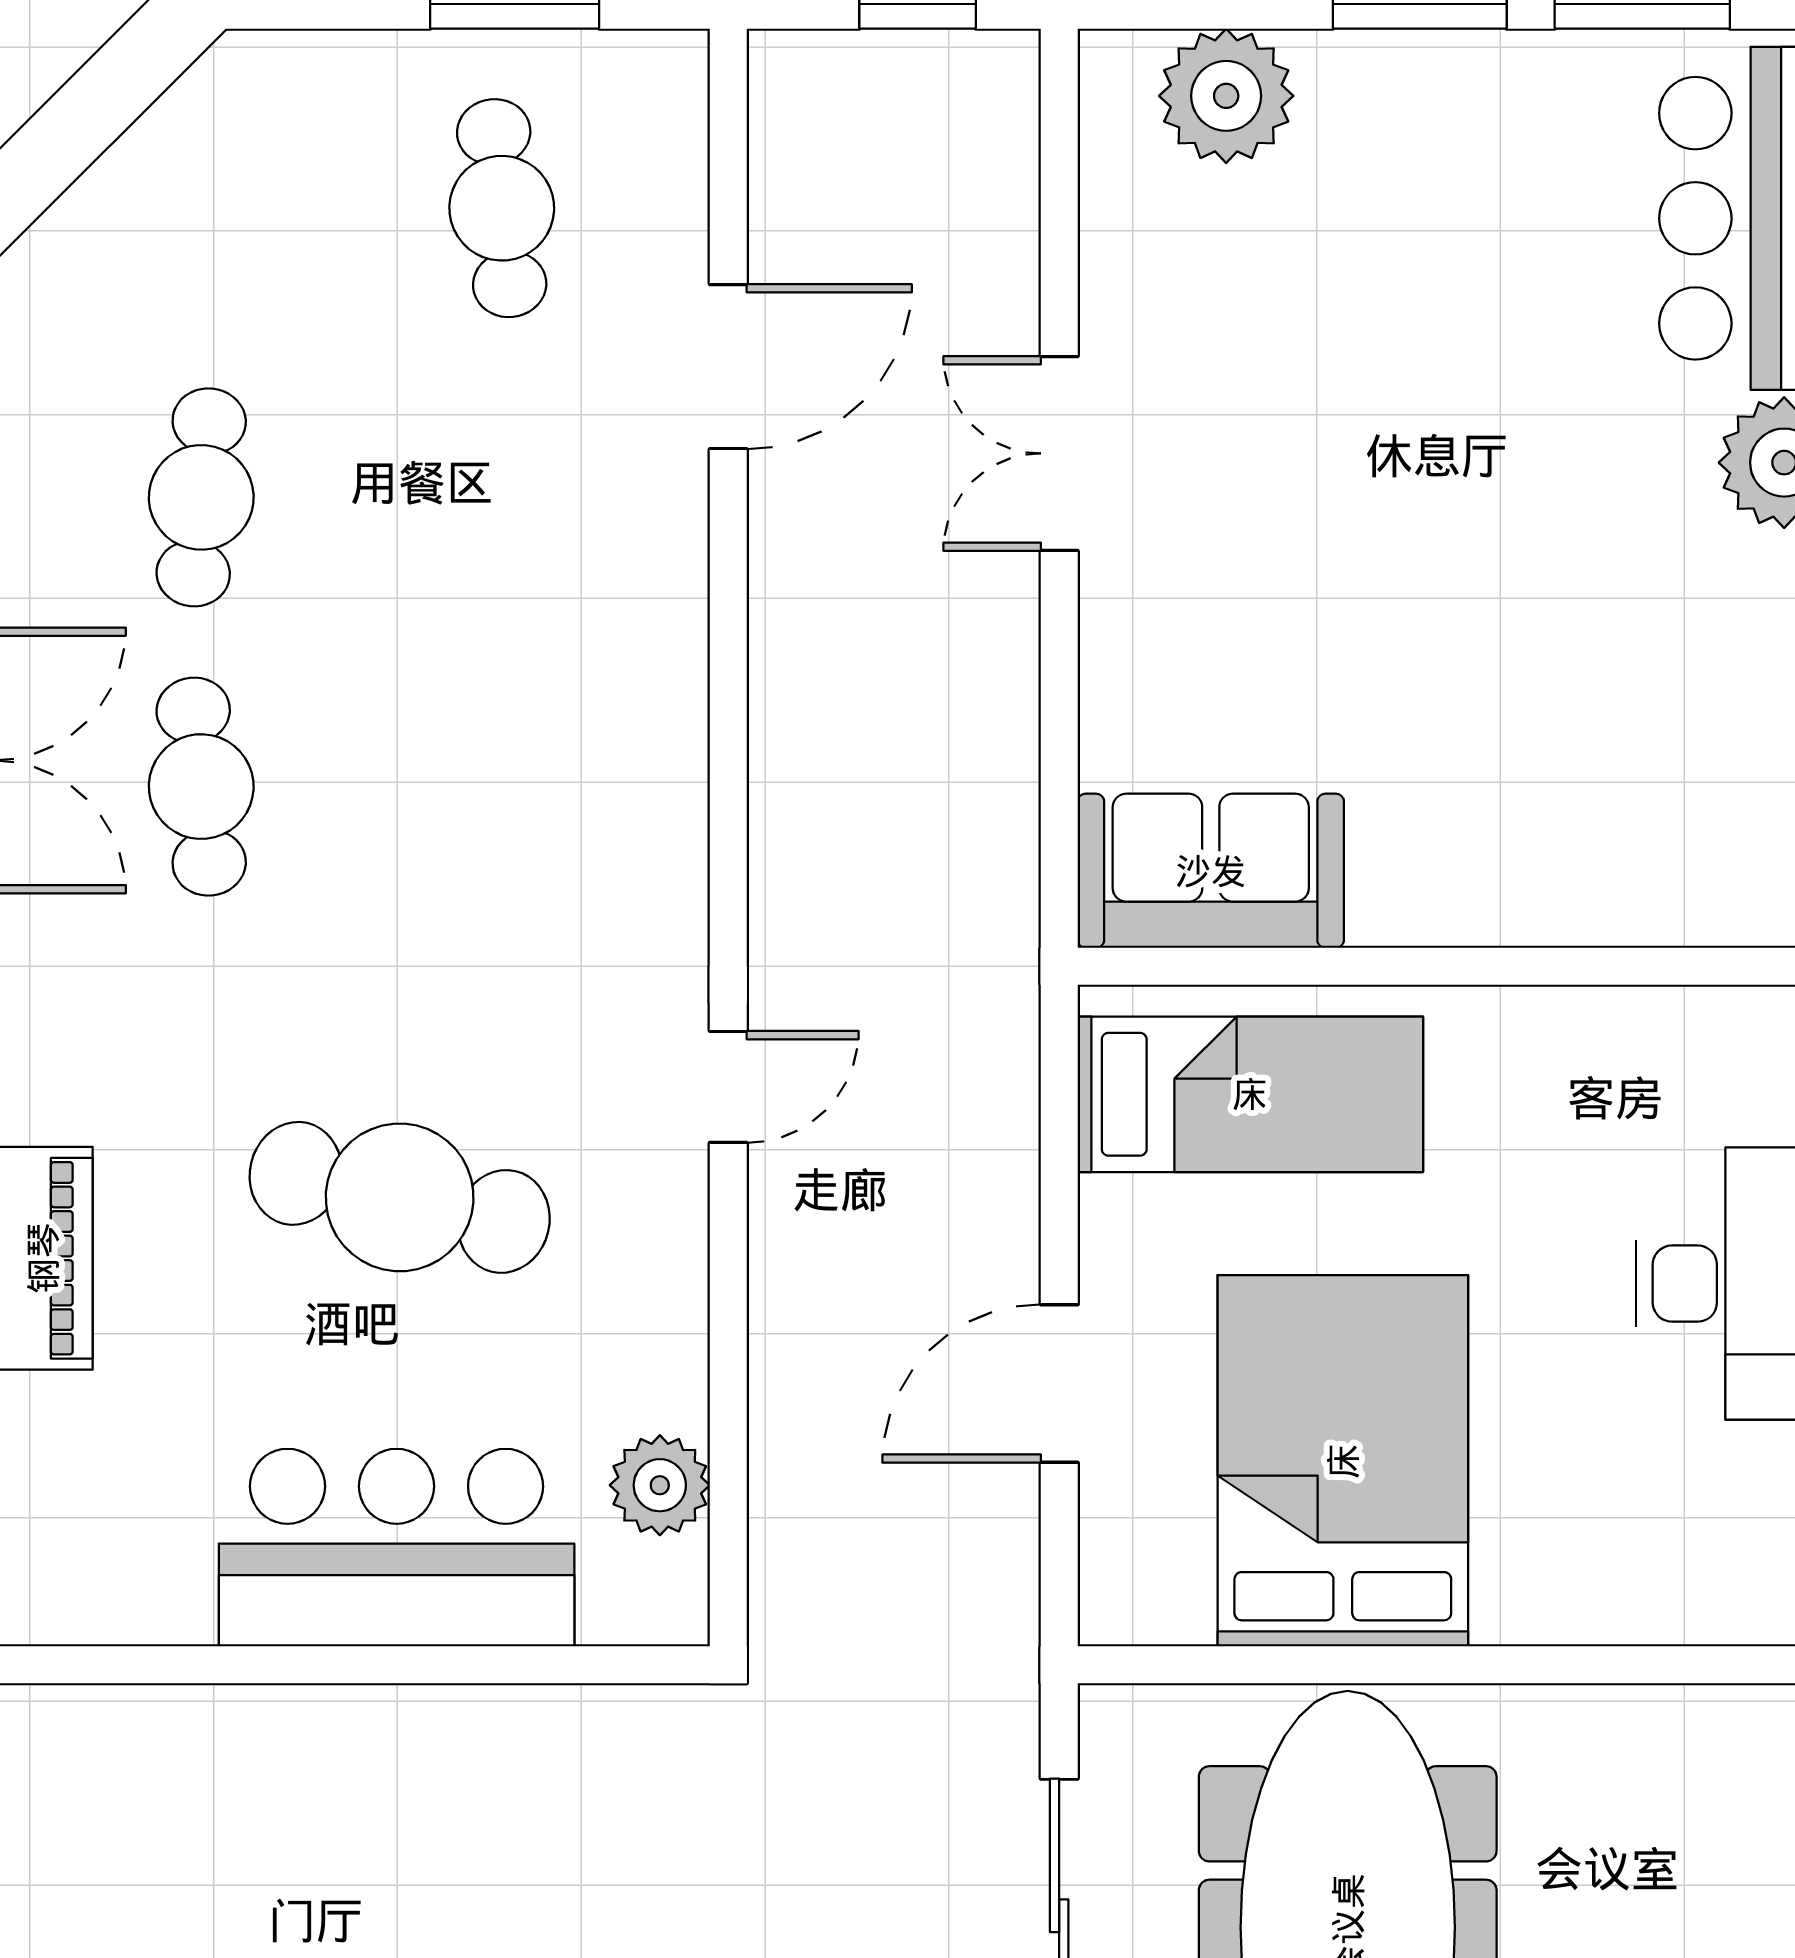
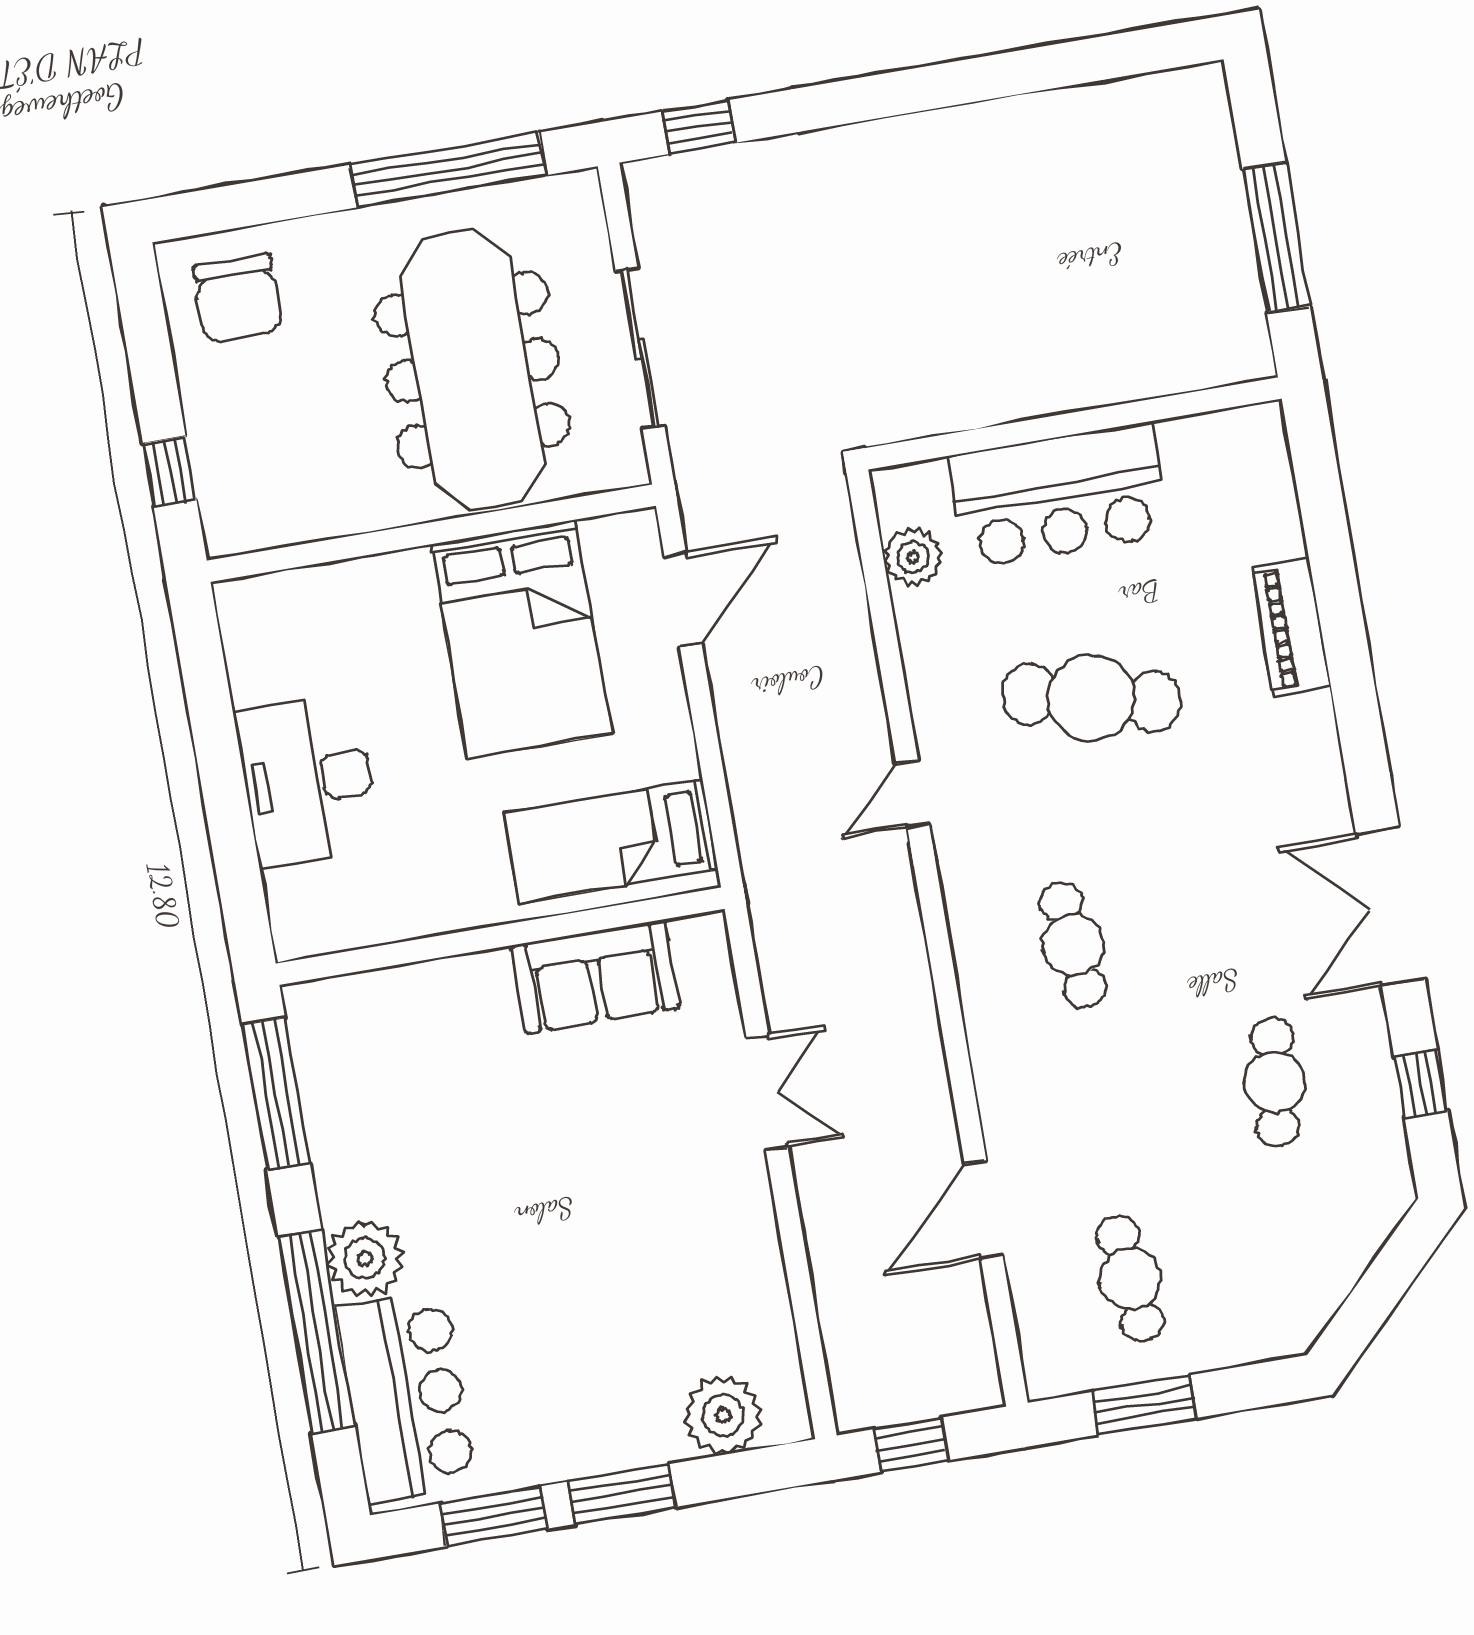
double door: (1059, 453) -> (767, 1093), moved
cafe table: (201, 787) -> (1073, 945), moved
sofa: (1211, 871) -> (595, 977), moved
door: (1059, 1384) -> (683, 600), moved

